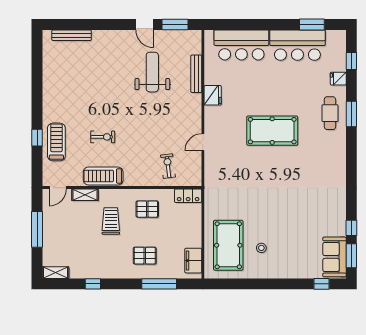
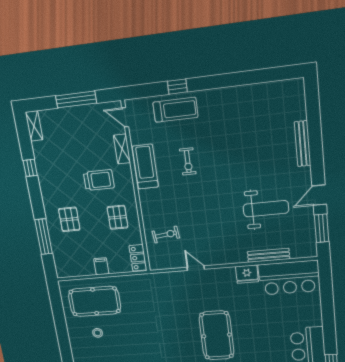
bench: (72, 35) -> (303, 144), moved
bar counter: (241, 45) -> (289, 278), moved, turned -90
filing cabinet: (193, 261) -> (101, 266), moved, width x0.50

